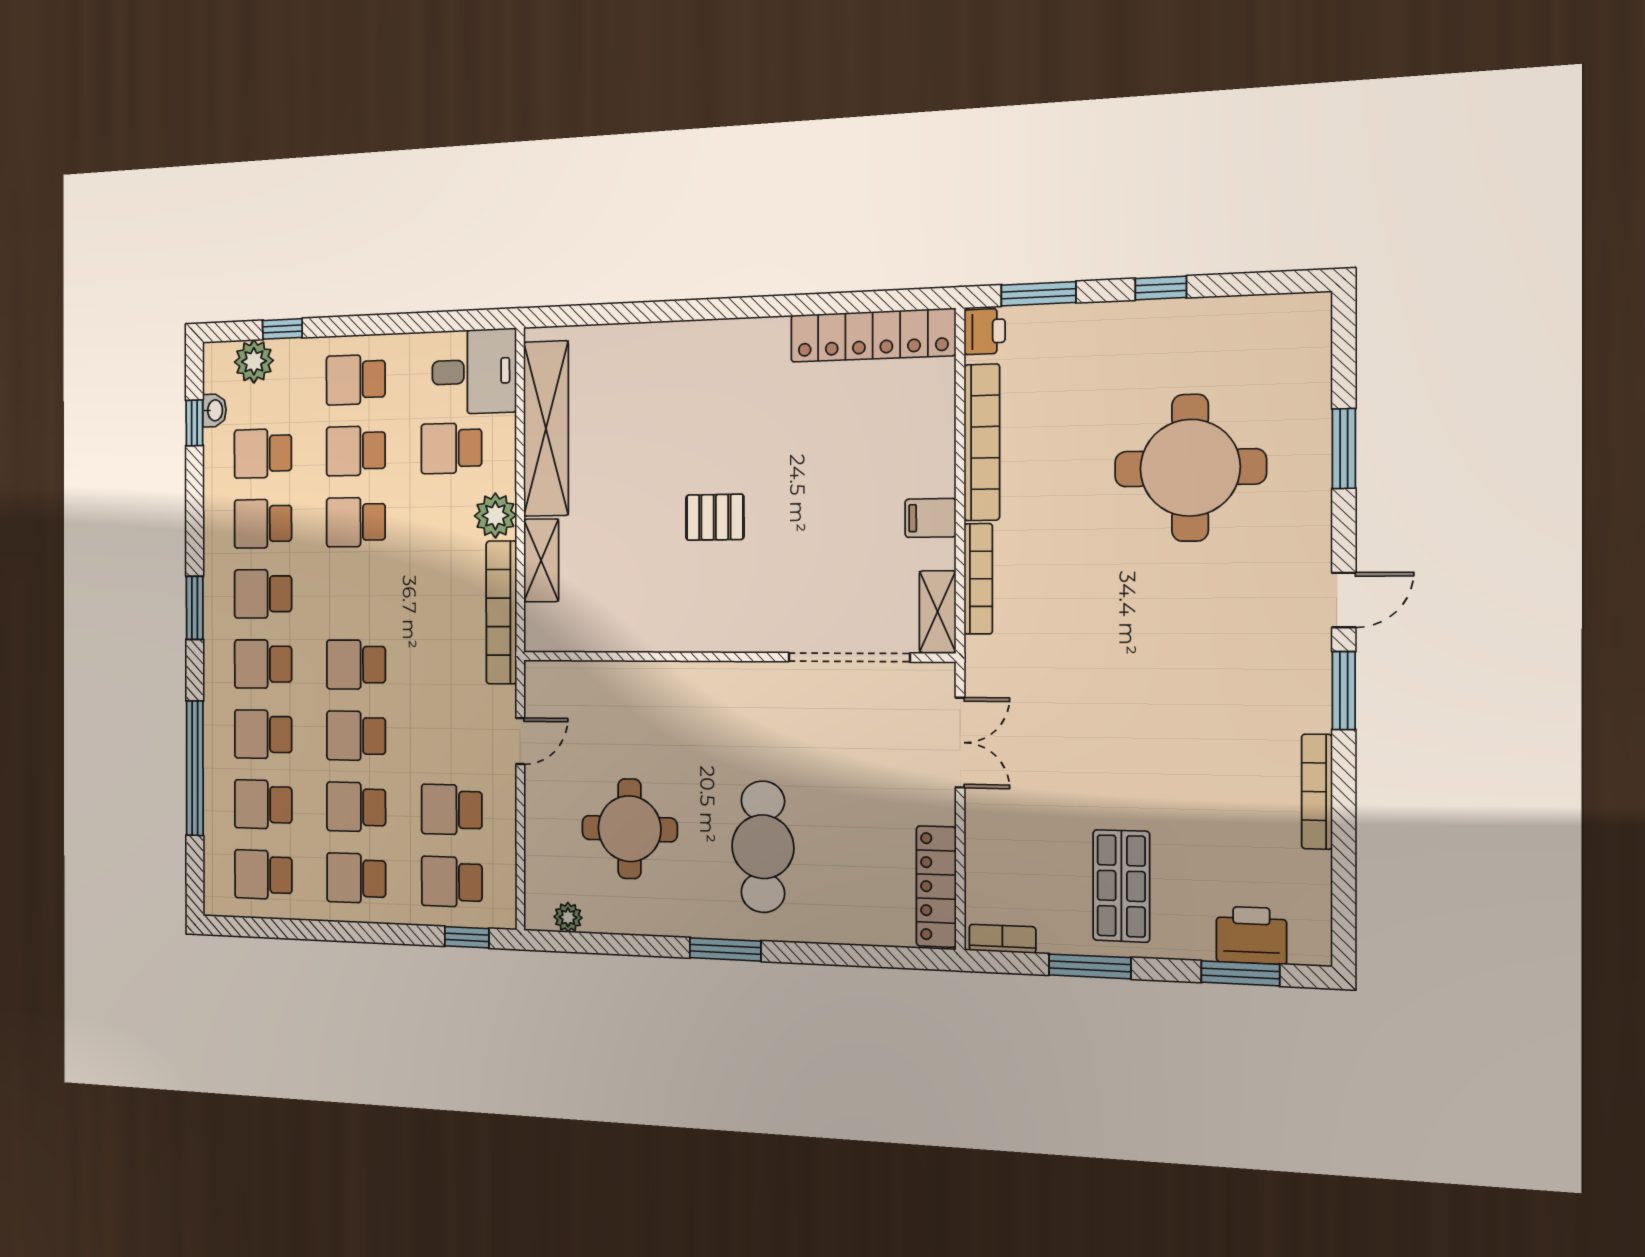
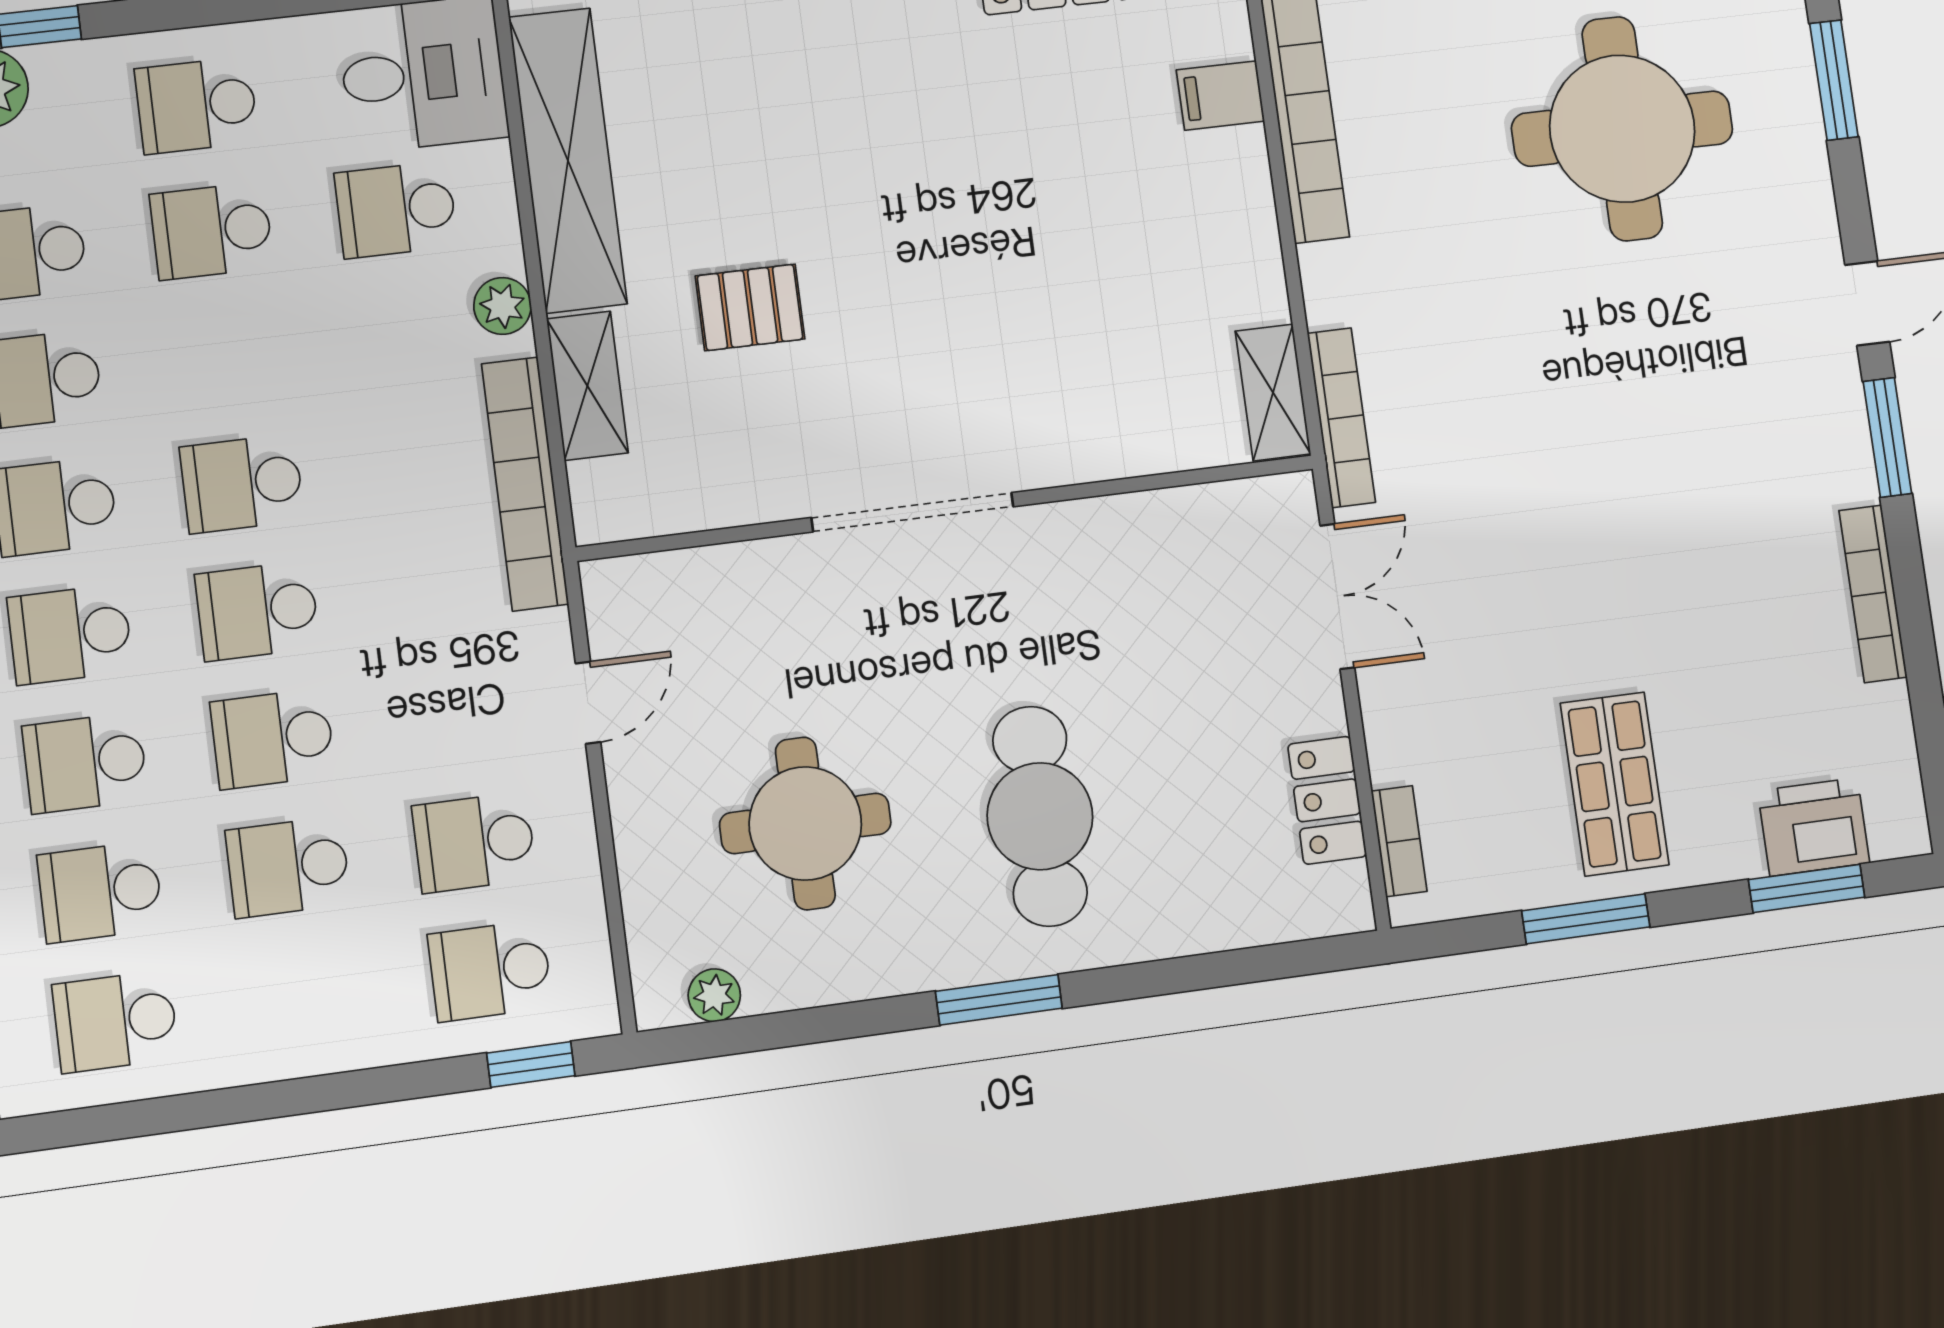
plant: (495, 516) -> (502, 306), width x0.73, depth x0.73
pallet: (715, 517) -> (750, 307), moved
filing cabinet: (930, 518) -> (1220, 95), moved
school desk: (356, 522) -> (242, 484), moved
bookcase: (978, 579) -> (1341, 418), moved
doorway: (849, 657) -> (913, 512), moved
school desk: (356, 878) -> (304, 996), removed
locker: (936, 887) -> (1327, 800), width x0.66
bookcase: (1002, 939) -> (1399, 841), moved, turned 90

